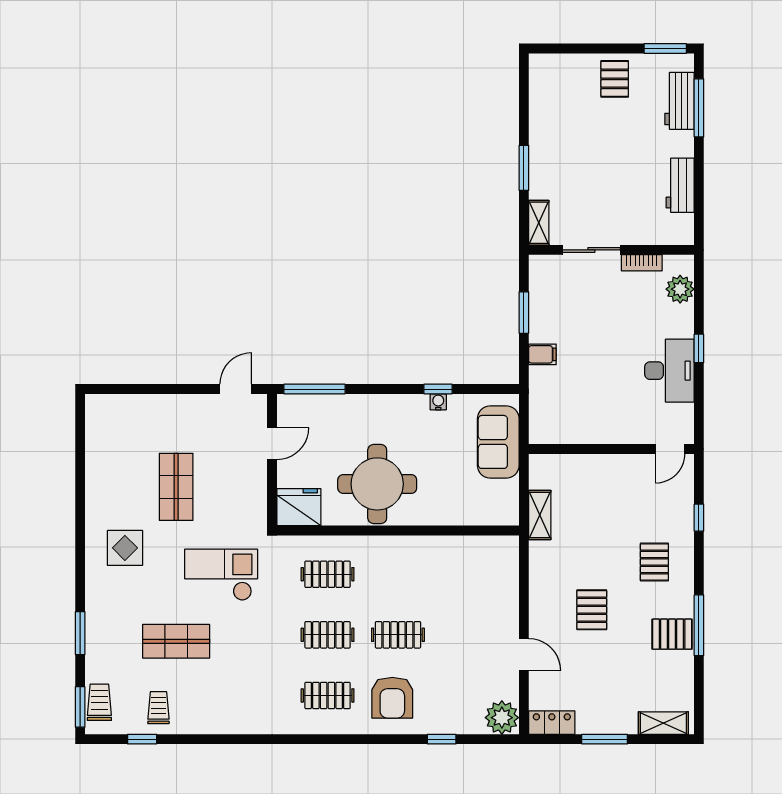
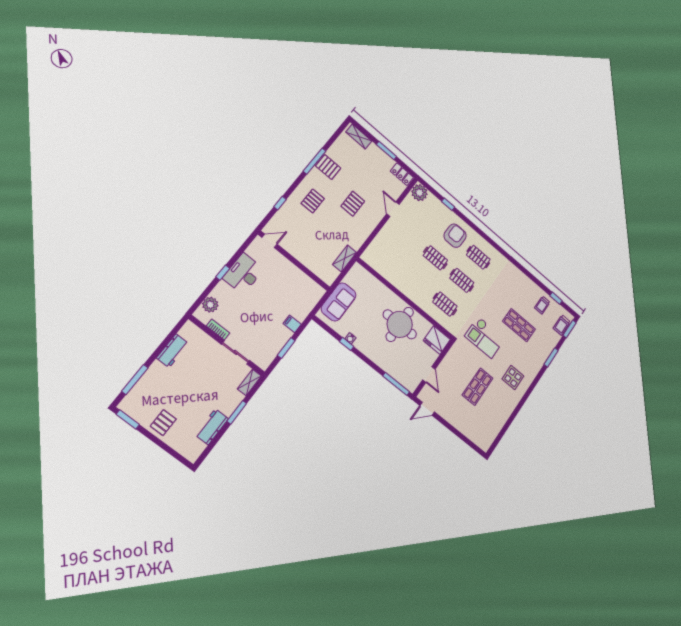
workbench: (679, 101) -> (212, 427), moved, turned 180
door: (272, 444) -> (429, 374), swing flipped

